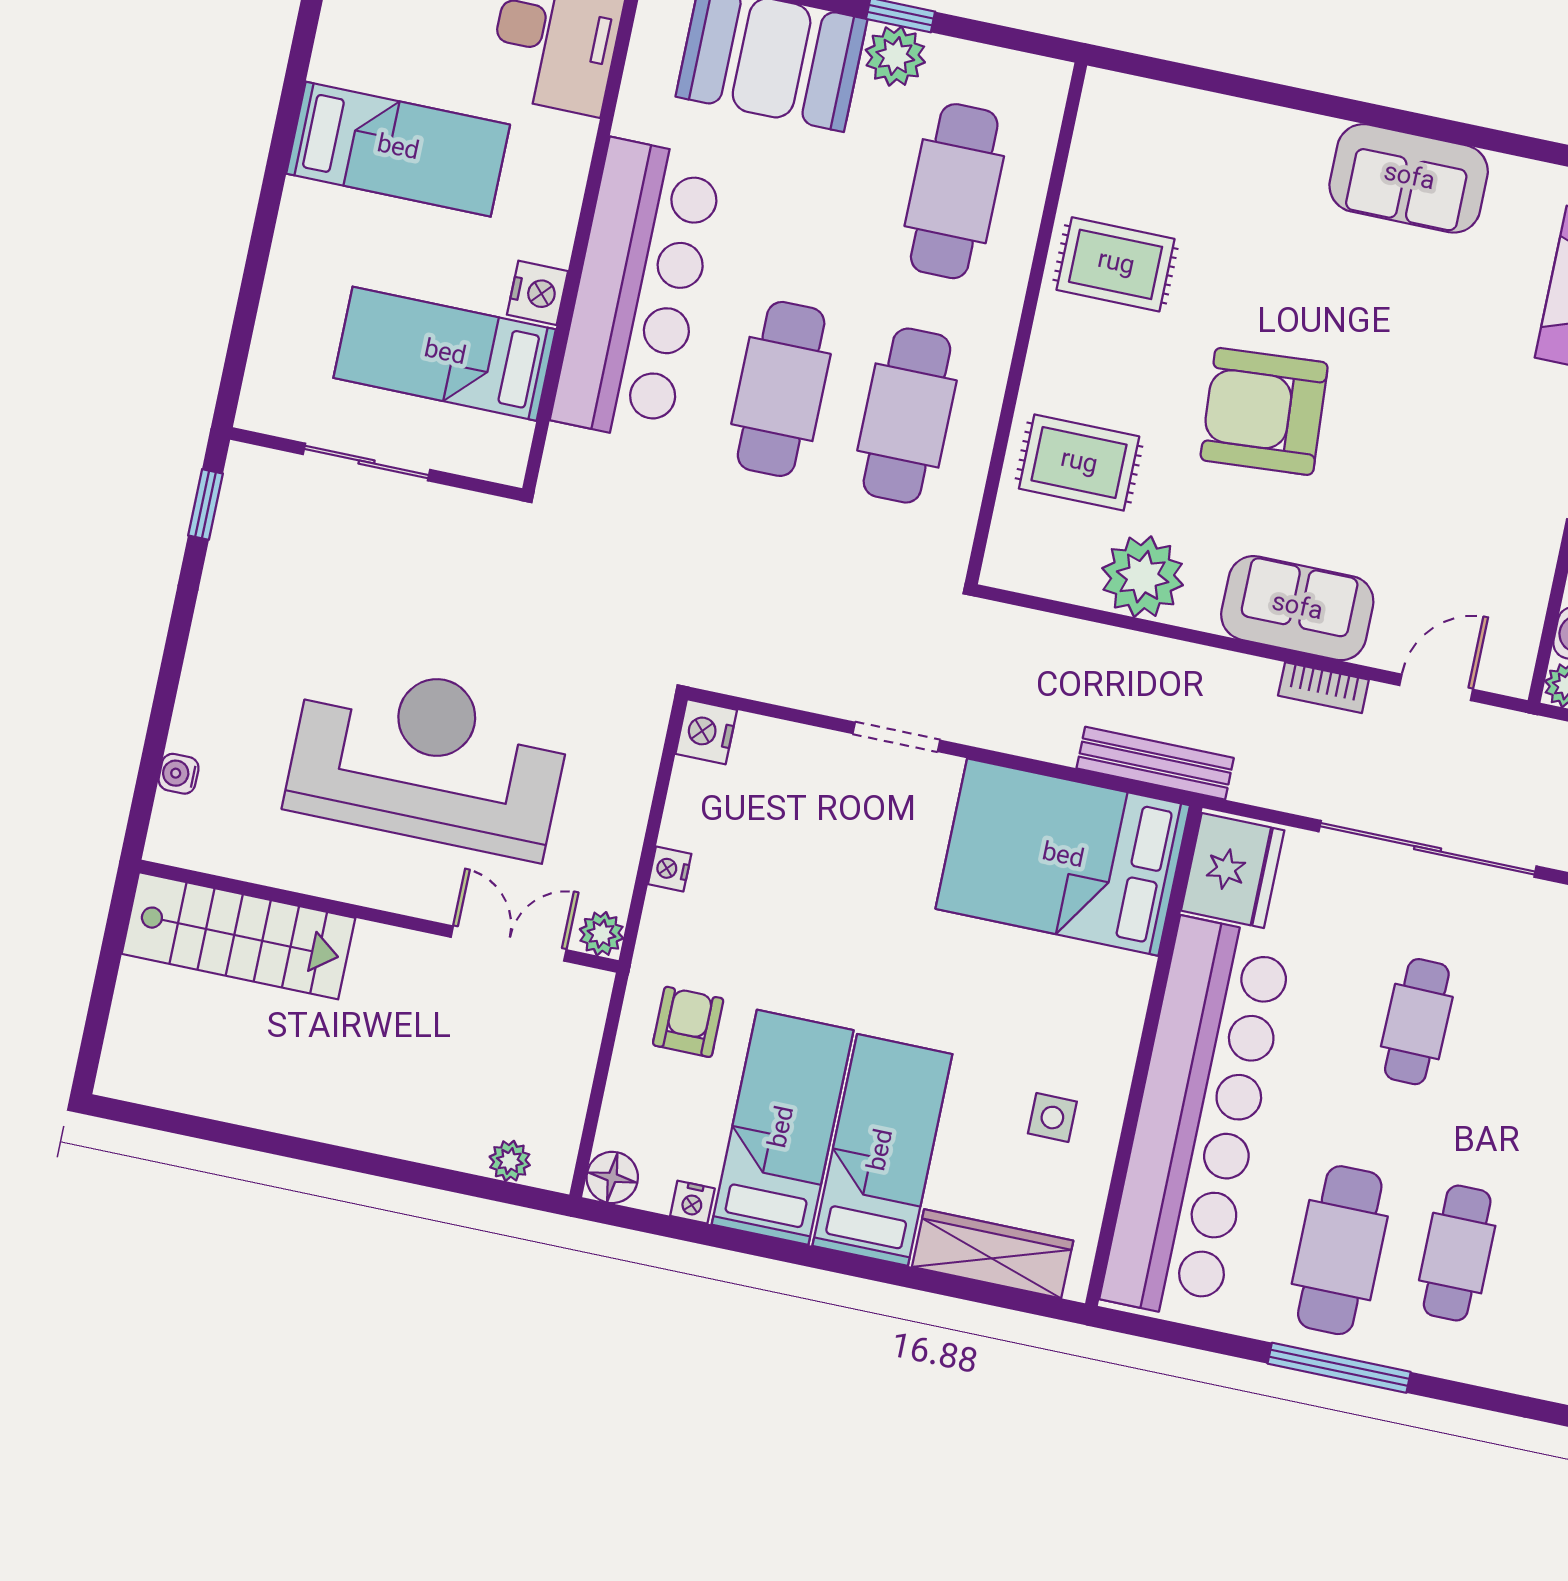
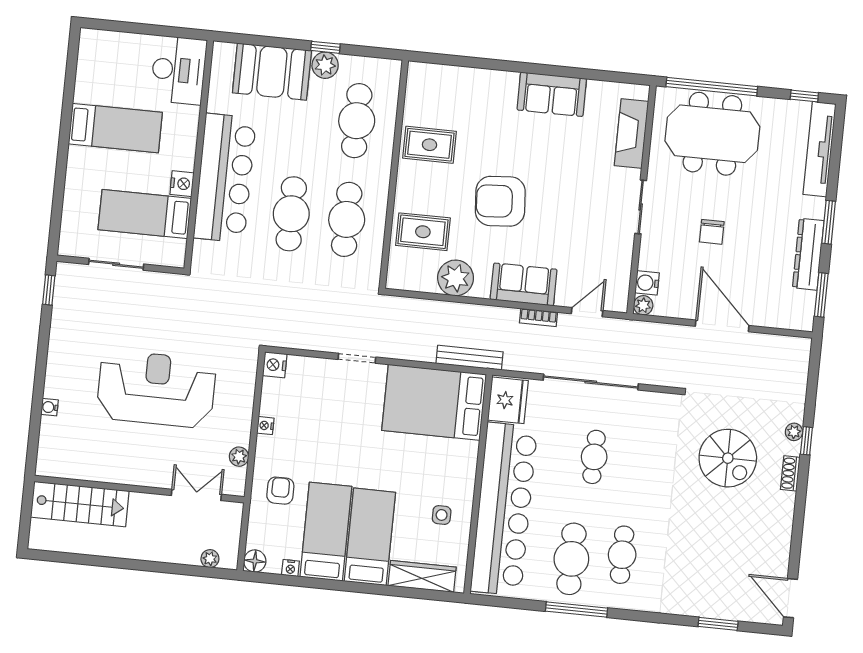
wall: (379, 916) -> (139, 489), moved
stairs: (239, 936) -> (80, 504), moved
double door: (509, 944) -> (196, 495), moved

